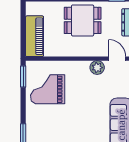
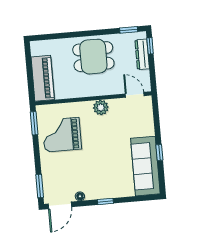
plant: (97, 68) -> (101, 107), moved

